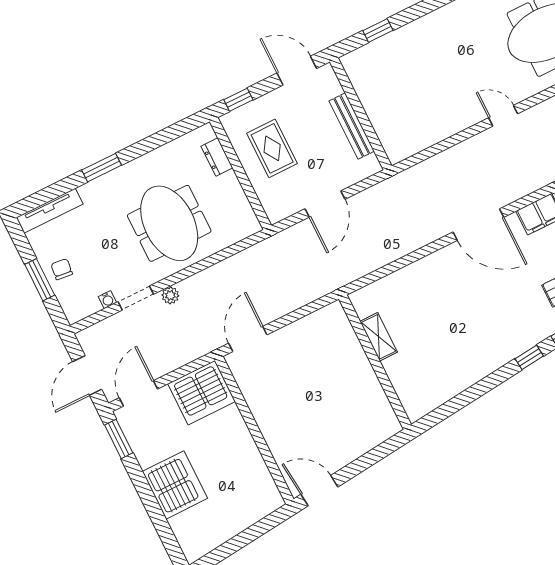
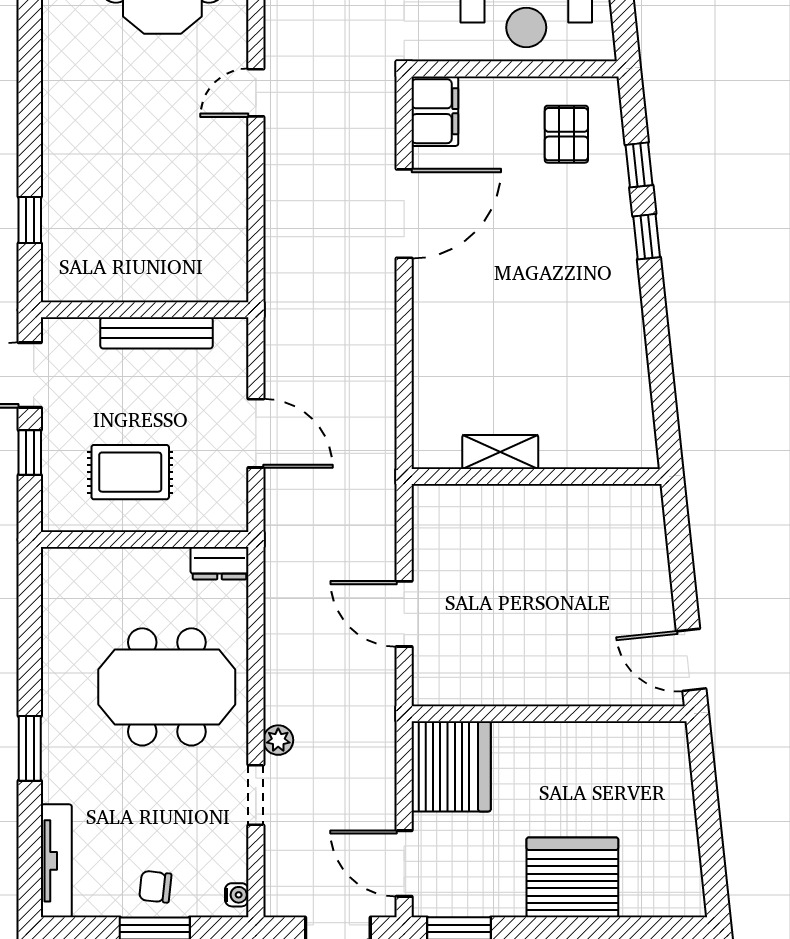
window: (238, 100) -> (30, 453), moved
dresser: (217, 157) -> (220, 563), moved
water cooler: (107, 300) -> (237, 895), moved
door: (248, 339) -> (404, 614), moved
door: (319, 491) -> (691, 660), hinge flipped

